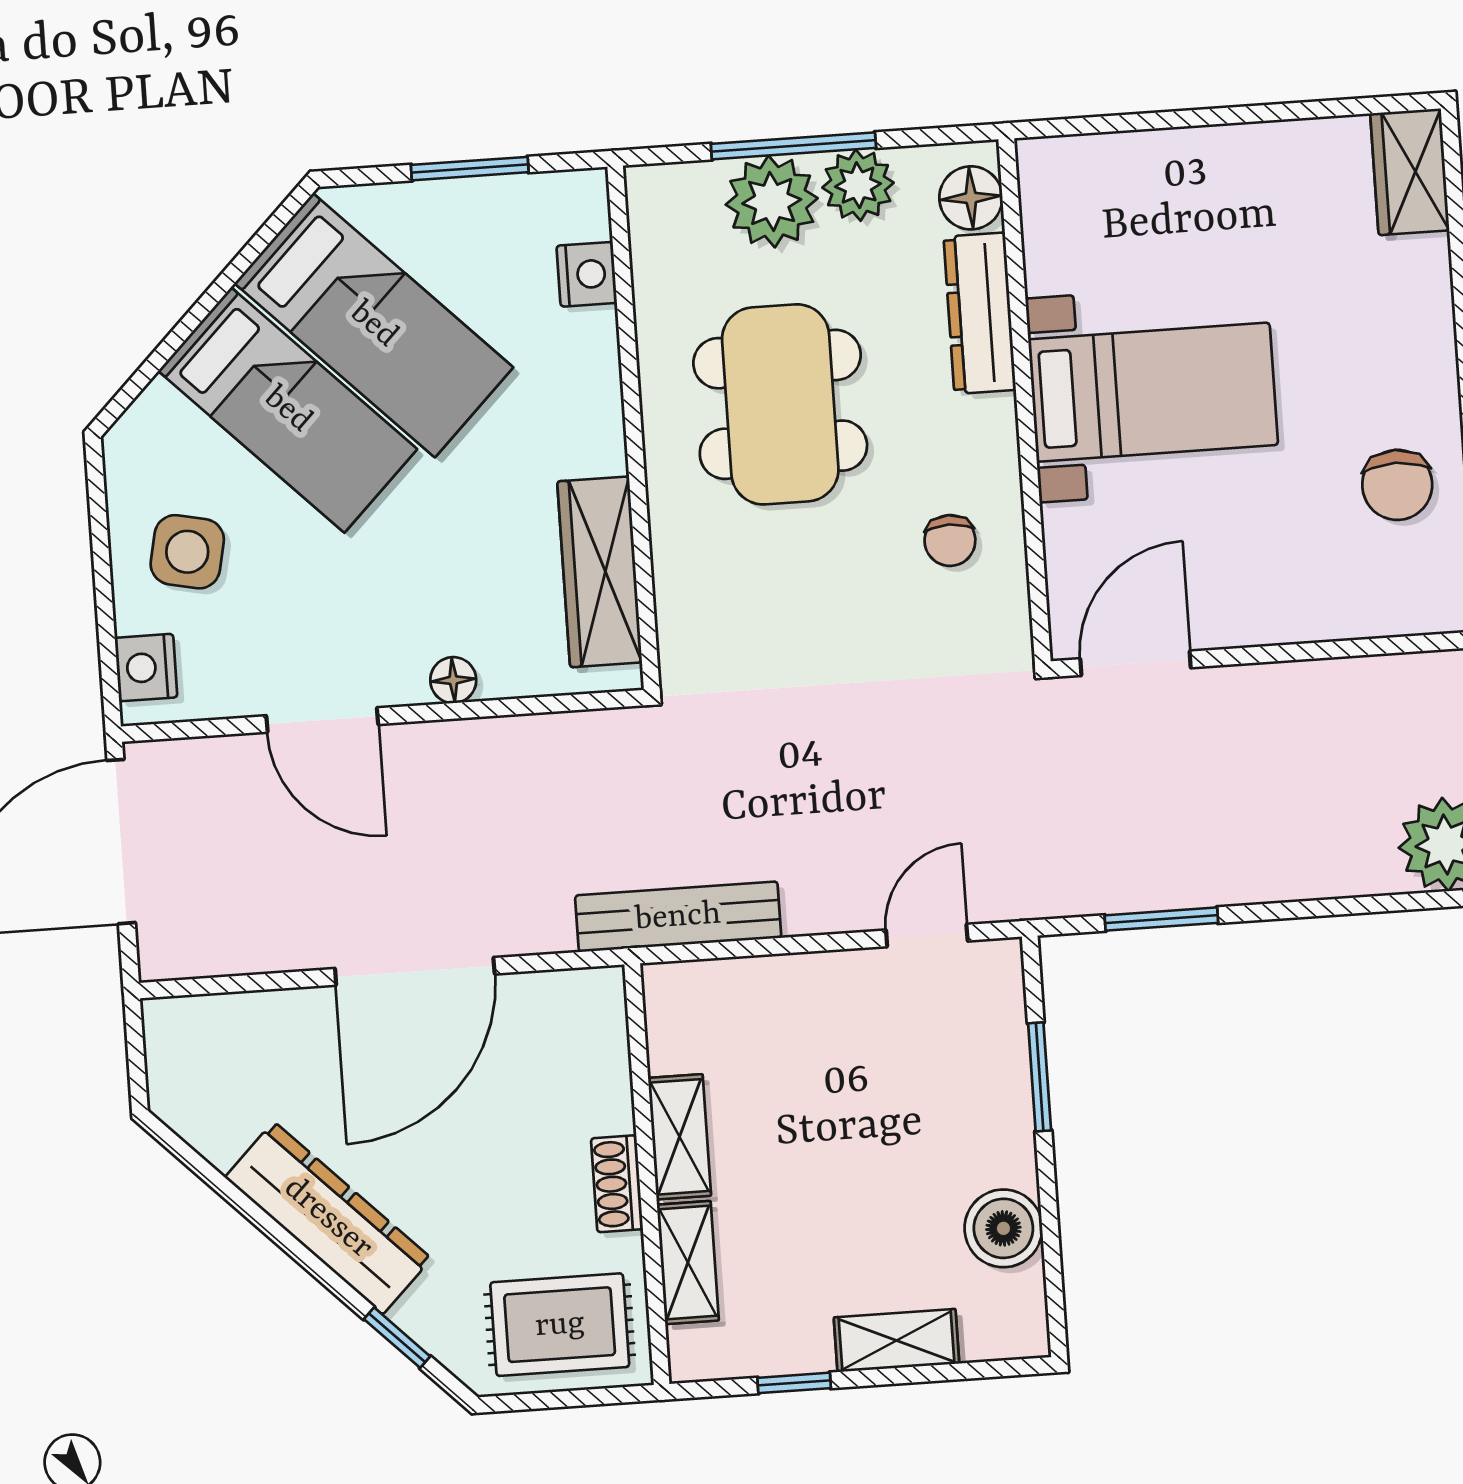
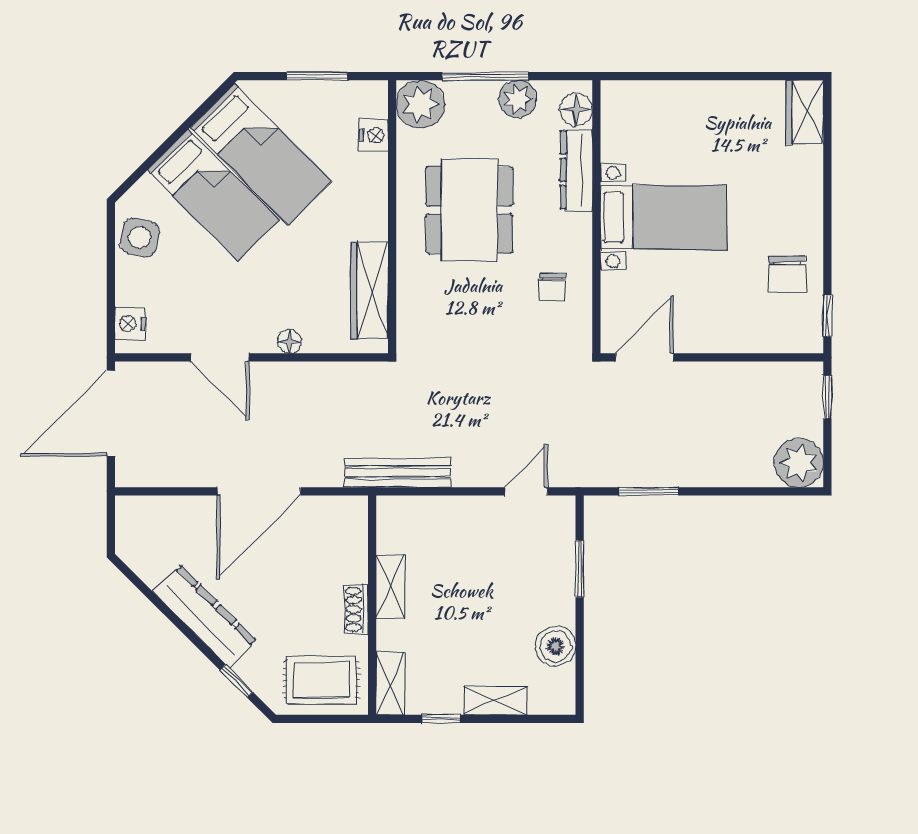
plant: (772, 201) -> (420, 104), moved
side table: (187, 552) -> (140, 238), moved
shelving: (688, 1263) -> (390, 684), moved

